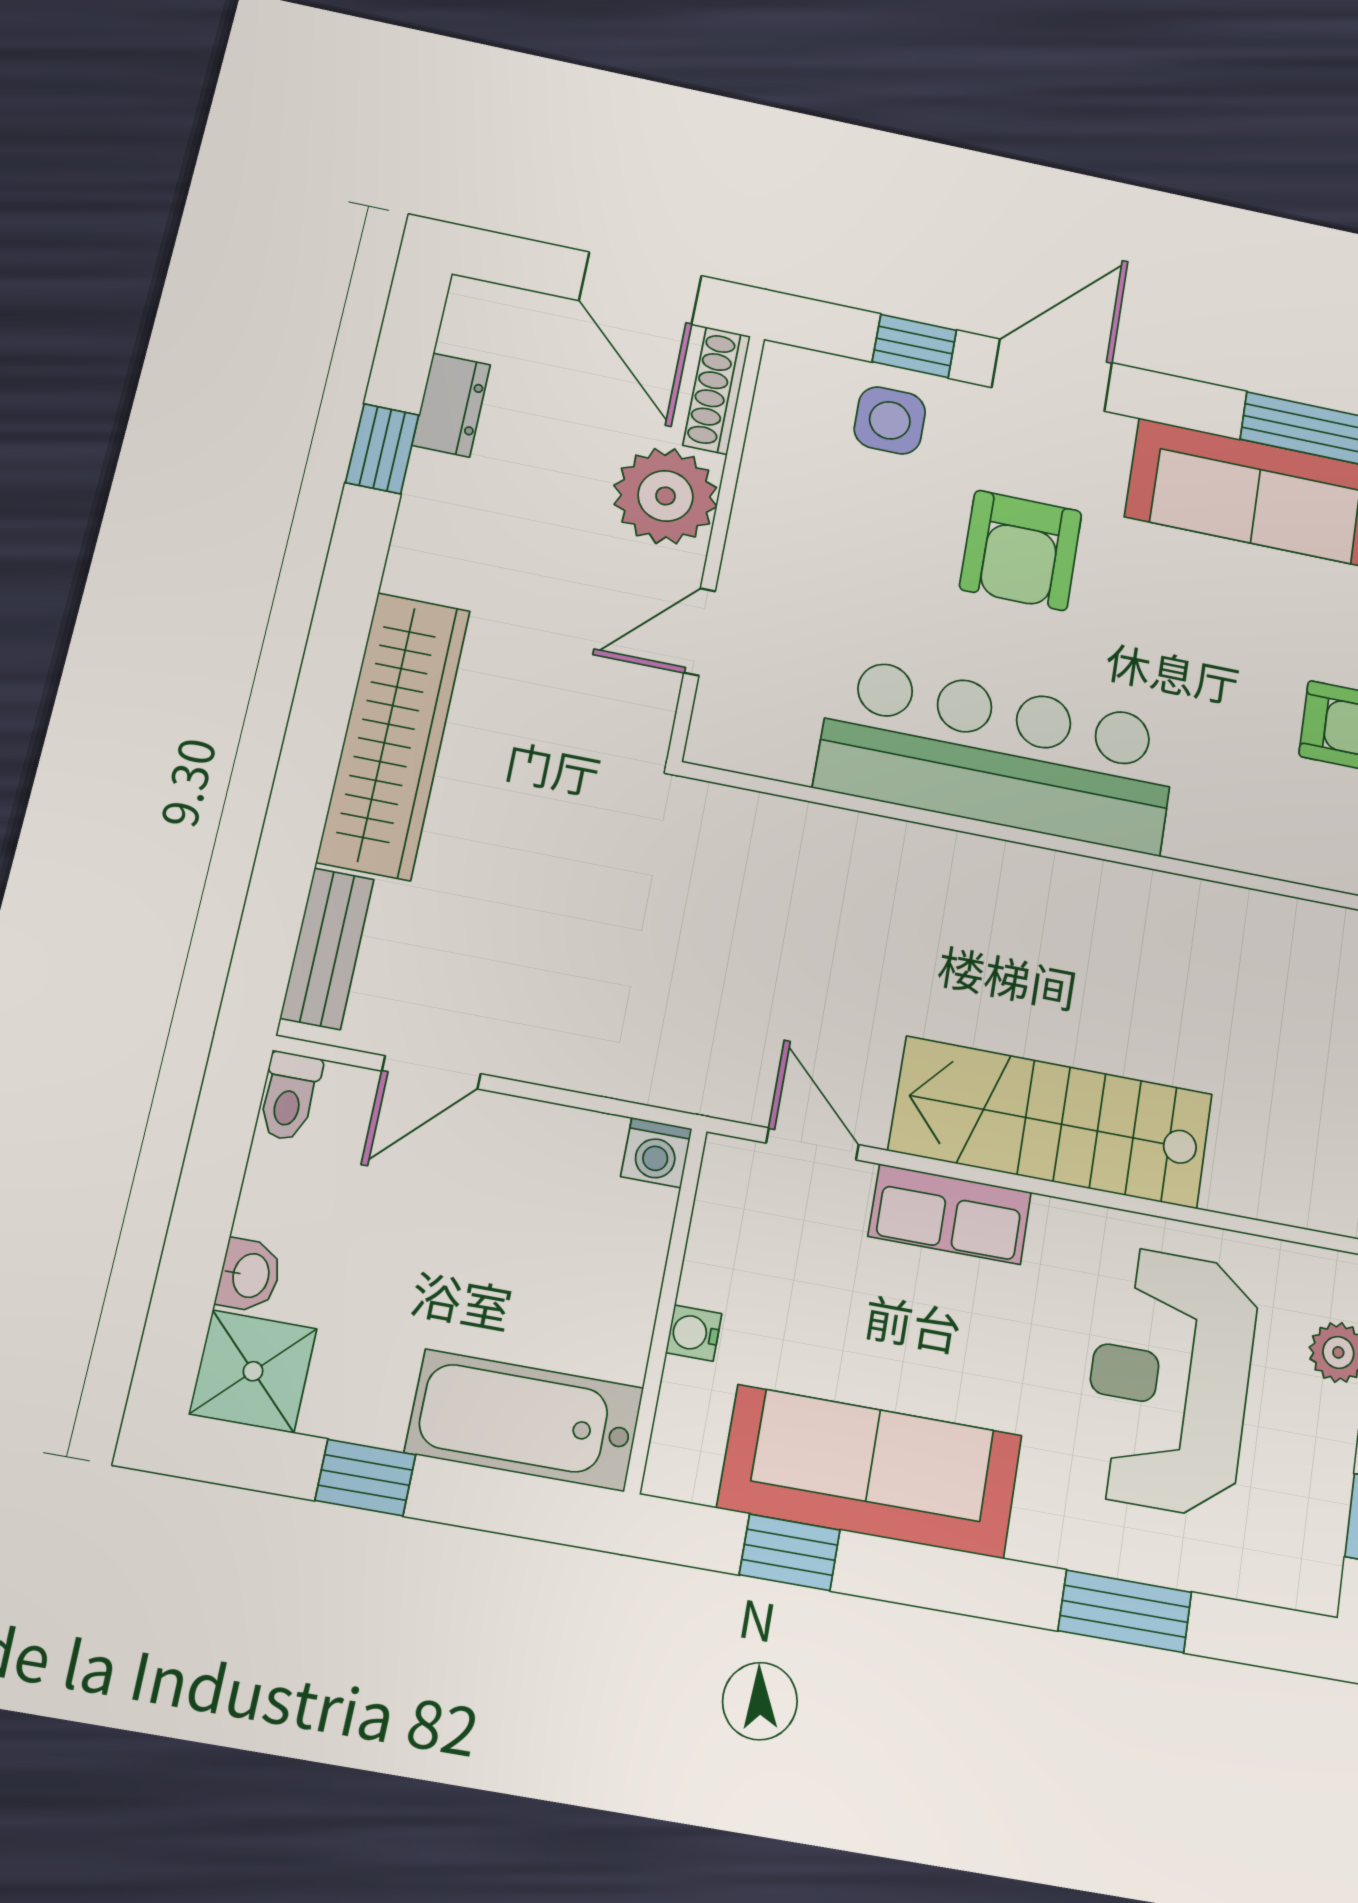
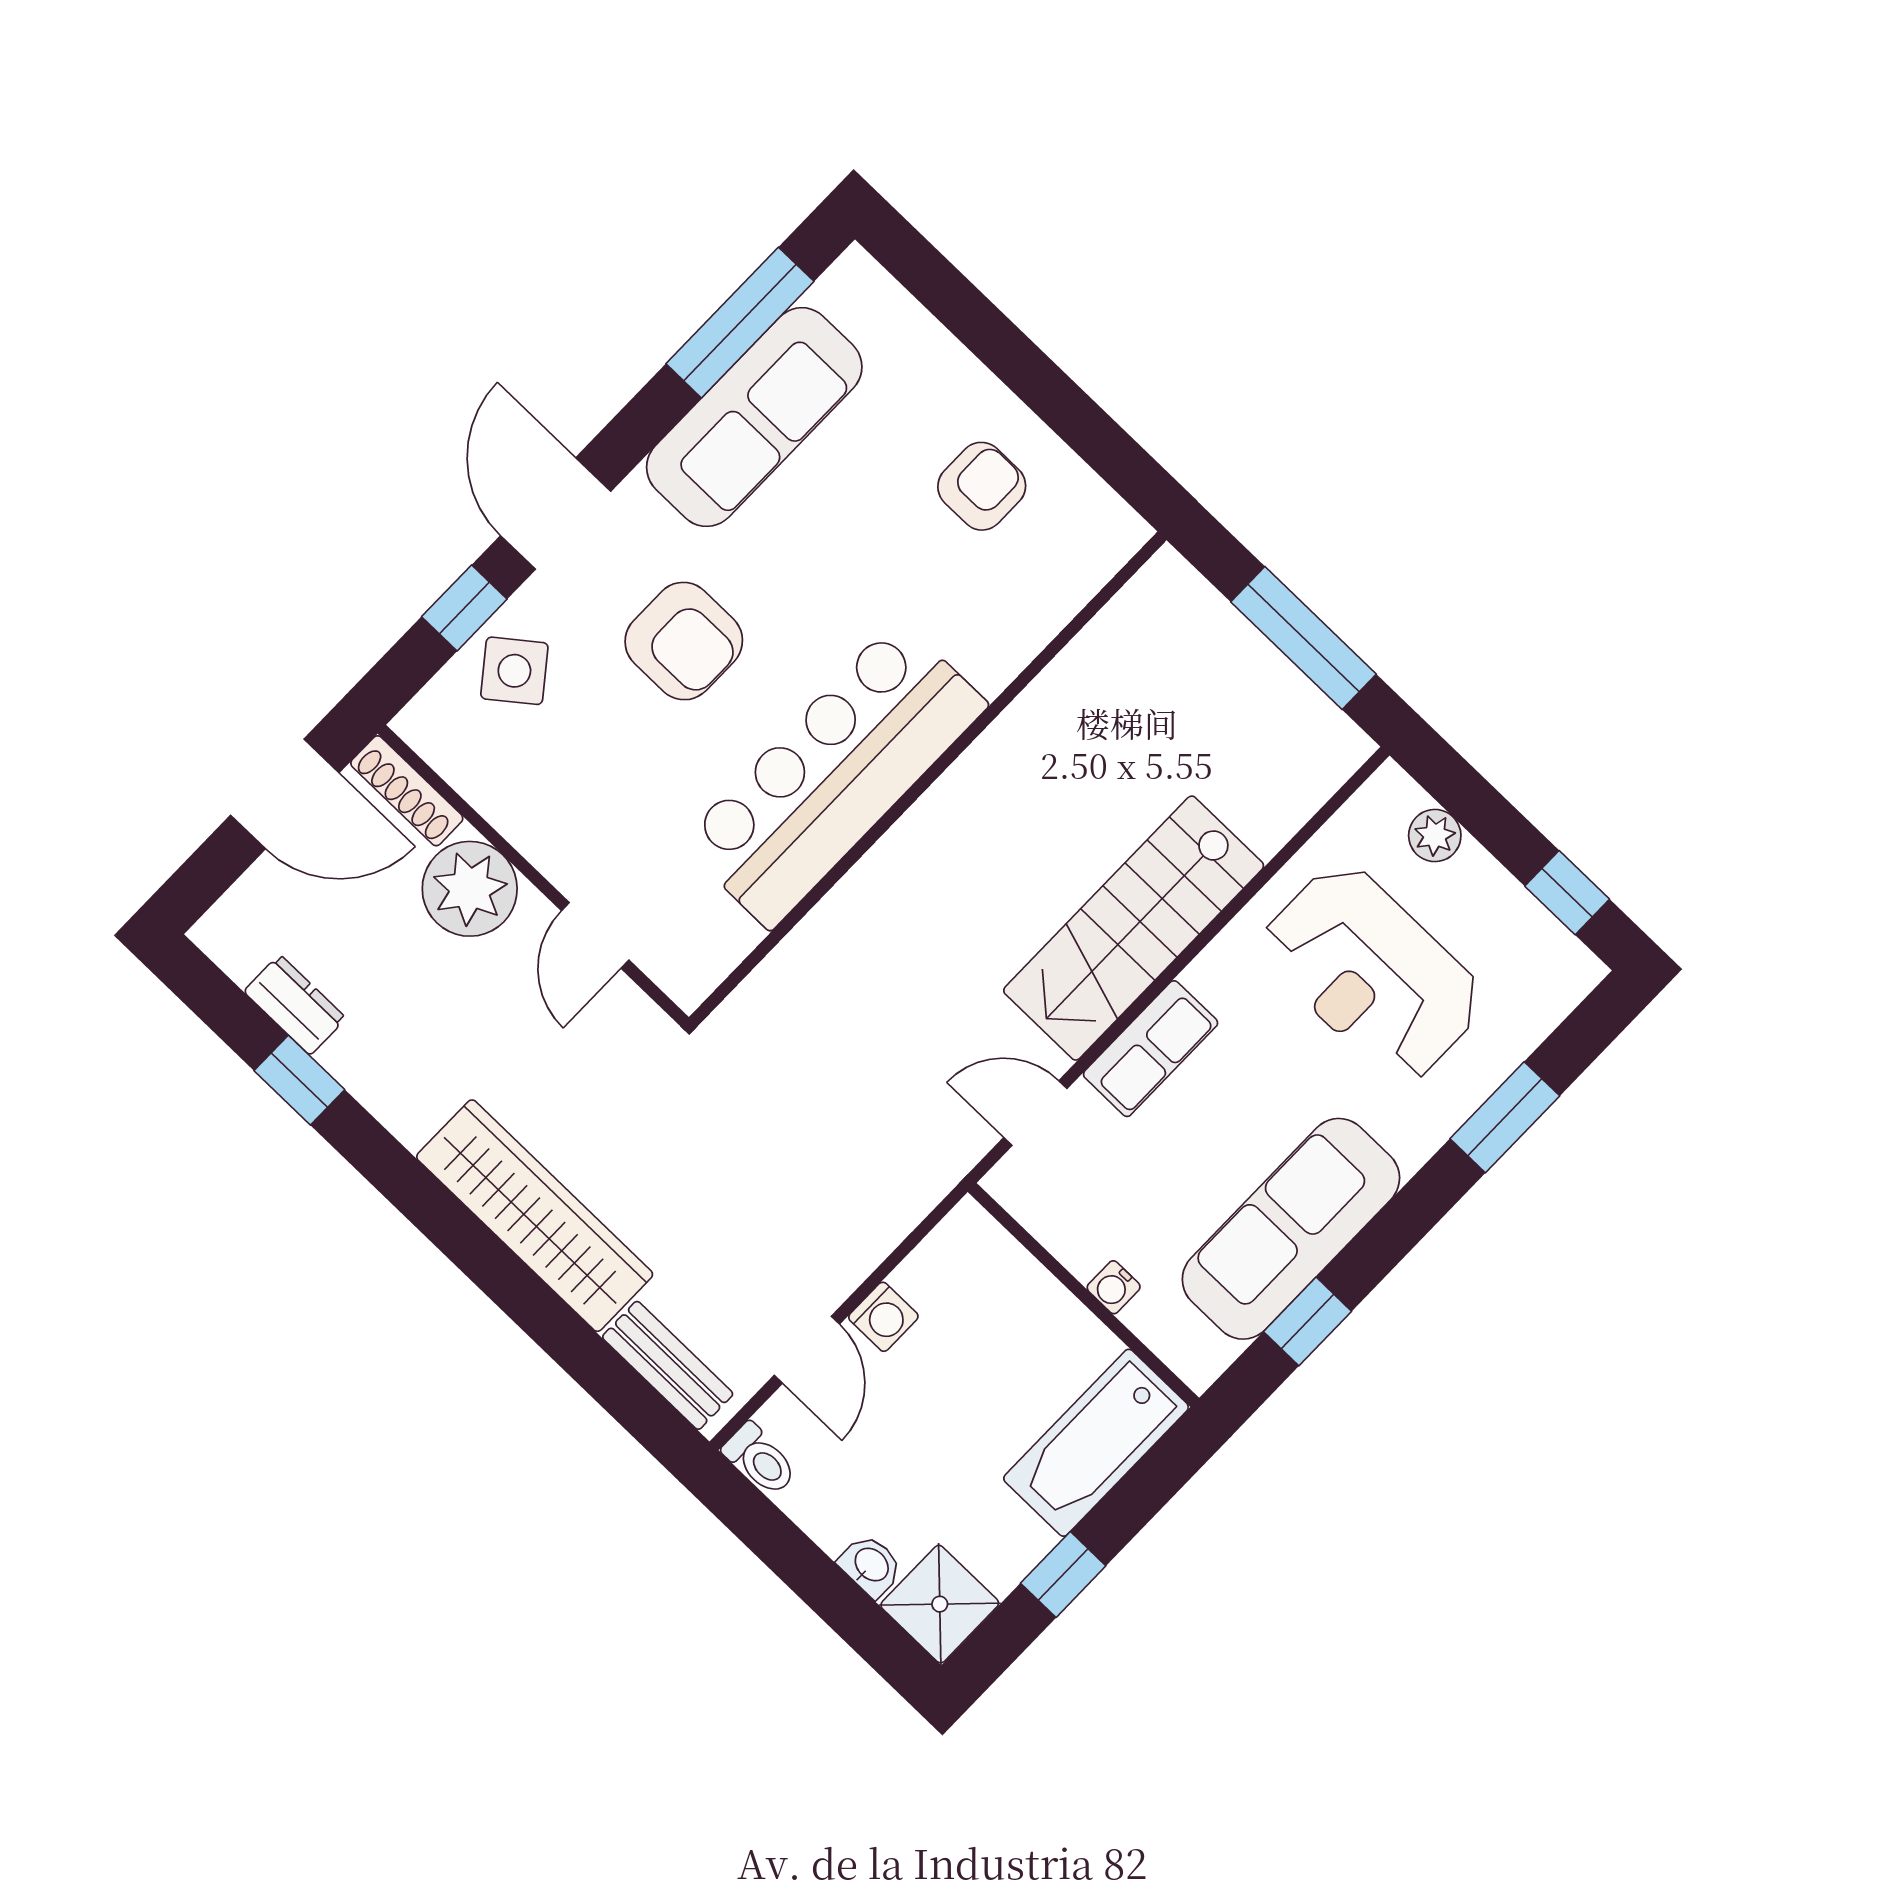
side table: (890, 420) -> (514, 671), turned -38
washing machine: (656, 1152) -> (883, 1317), moved

